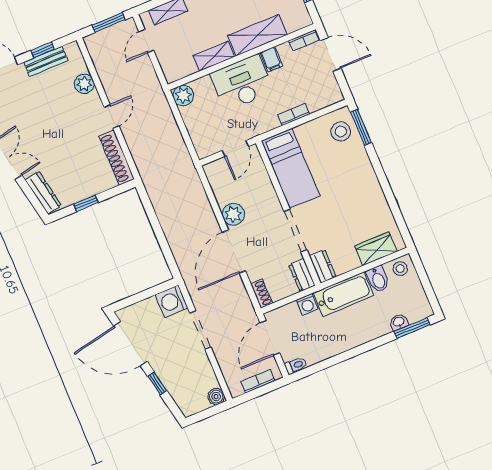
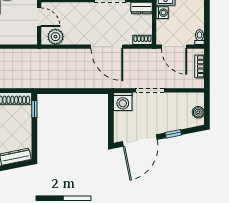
window: (86, 203) -> (34, 109), moved
plant: (233, 214) -> (55, 37), moved
boiler: (216, 397) -> (198, 112), moved

